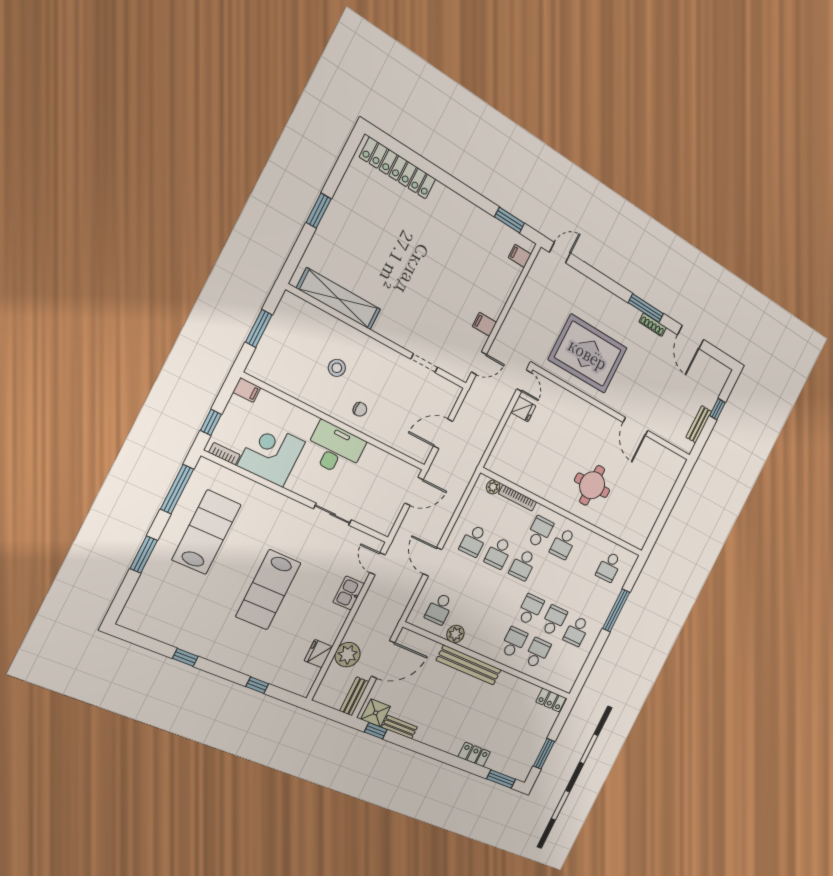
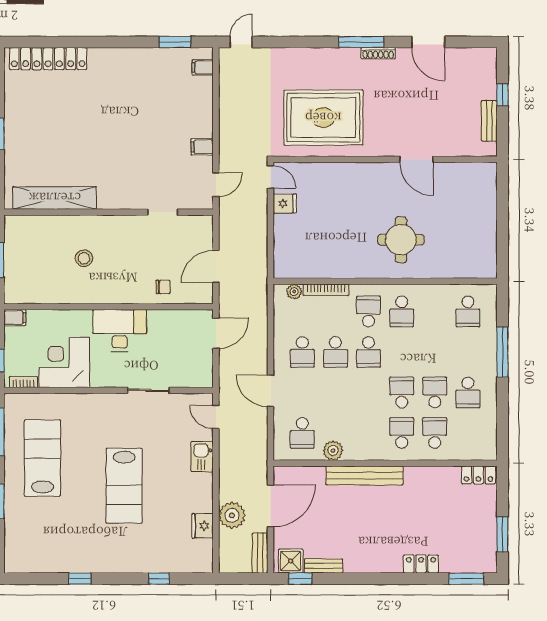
chair: (360, 409) -> (163, 287), moved

